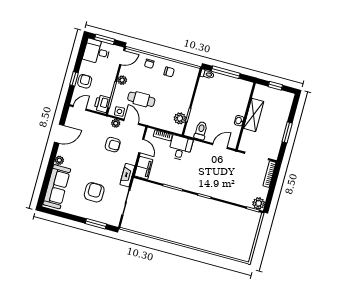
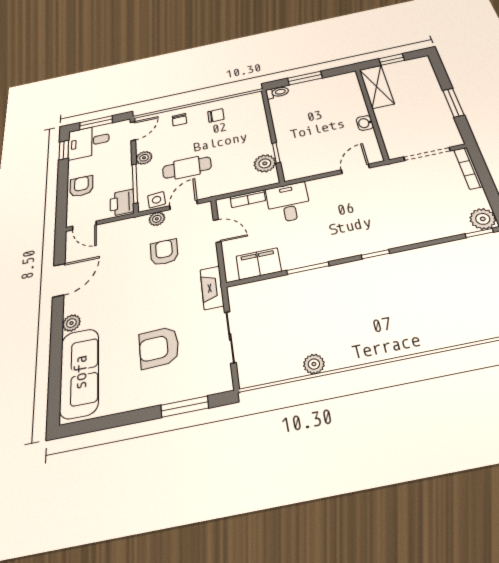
window: (226, 72) -> (305, 78), width x0.69
window: (74, 79) -> (64, 150), moved
door: (80, 108) -> (84, 226), swing flipped
shelving: (254, 115) -> (377, 87), moved
door: (131, 122) -> (183, 205), hinge flipped
toilet: (201, 131) -> (310, 163), removed
armchair: (113, 145) -> (164, 252), turned -90
filing cabinet: (144, 168) -> (259, 264), moved, turned -90
armchair: (94, 192) -> (159, 347), turned -92
plant: (154, 232) -> (314, 364), added

